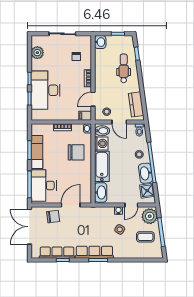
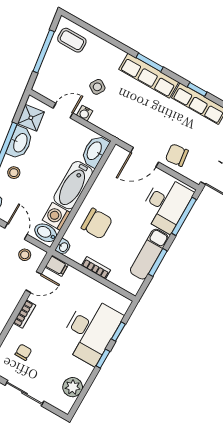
chair: (76, 152) -> (97, 224), turned 180
plant: (150, 216) -> (47, 82), removed
coffee table: (145, 237) -> (72, 40), moved

